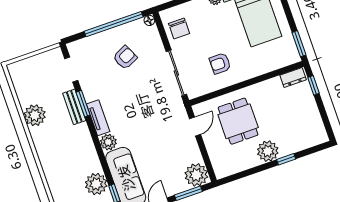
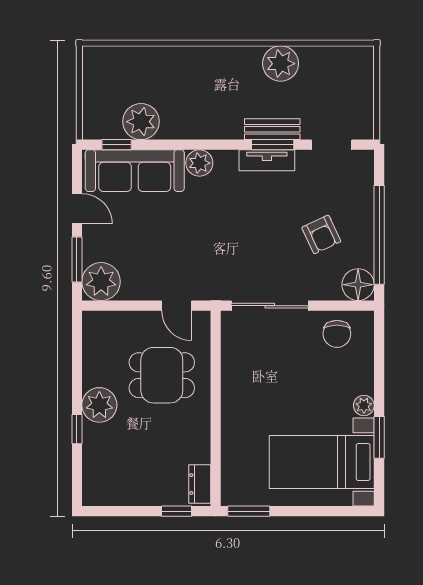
floor lamp: (149, 20) -> (358, 285), width x1.89, depth x1.89
chair: (179, 29) -> (337, 334), turned -90
armchair: (220, 63) -> (261, 379), removed
tv unit: (98, 118) -> (267, 160), moved

